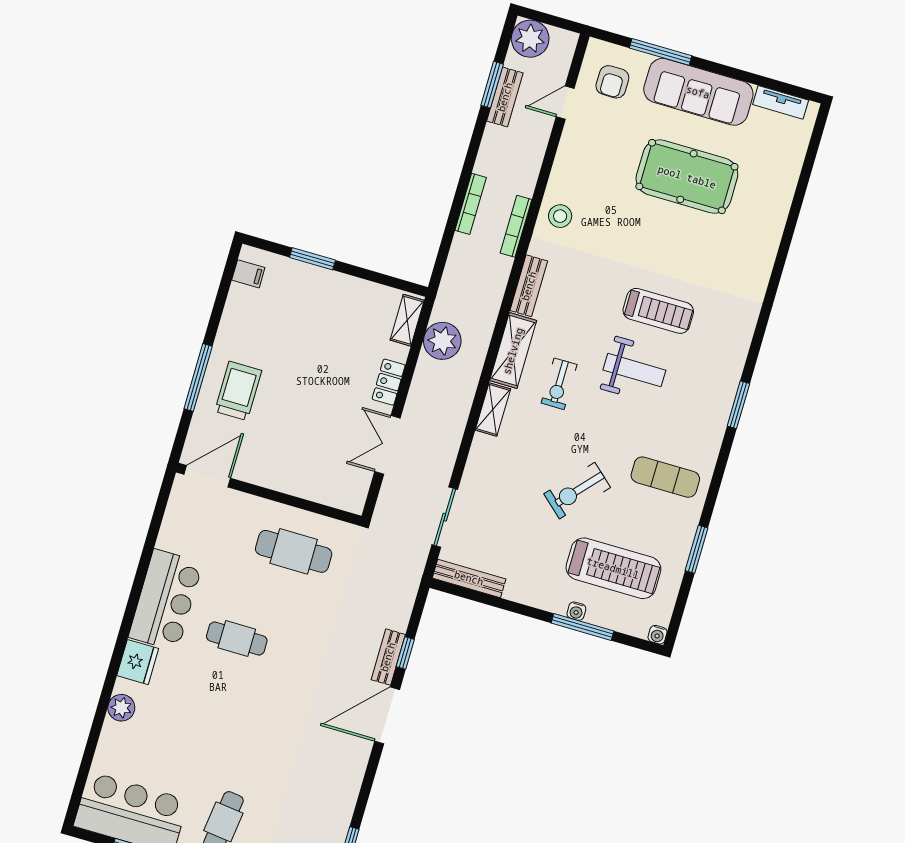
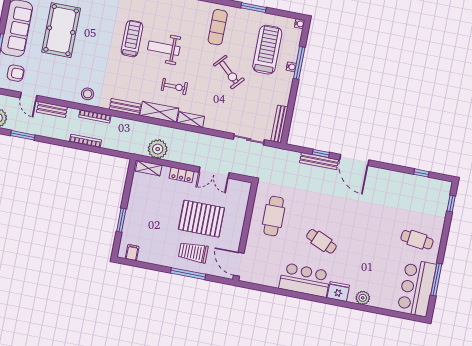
bench: (505, 97) -> (52, 110), moved
weight bench: (634, 370) -> (164, 48), turned -90
pallet: (301, 413) -> (201, 219), added
cafe table: (237, 639) -> (321, 241), turned -67
bench: (388, 657) -> (319, 161), width x1.36

